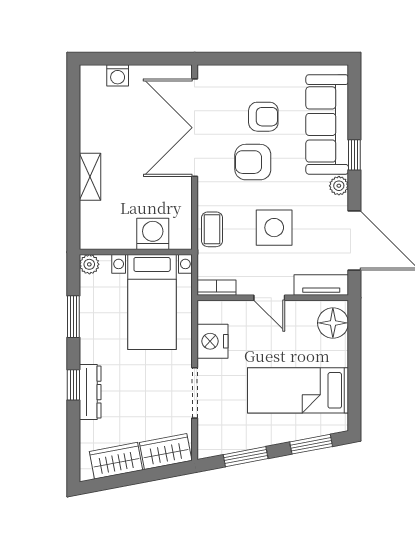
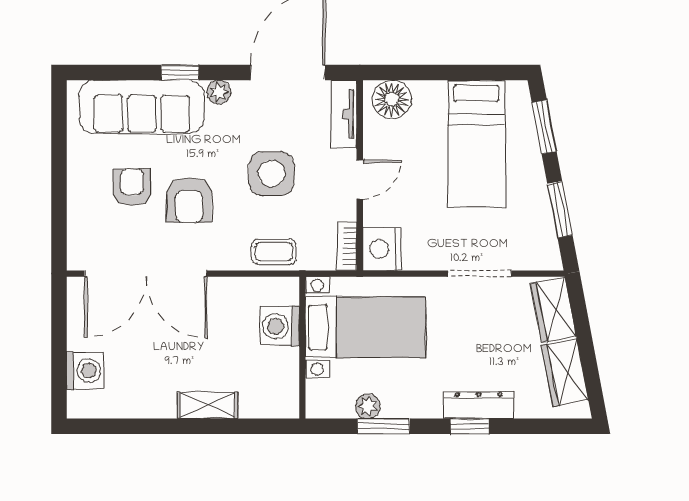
washing machine: (118, 75) -> (85, 371), width x1.38, depth x1.38
plant: (89, 264) -> (368, 406), moved
nightstand: (213, 341) -> (382, 249), moved, turned 90

